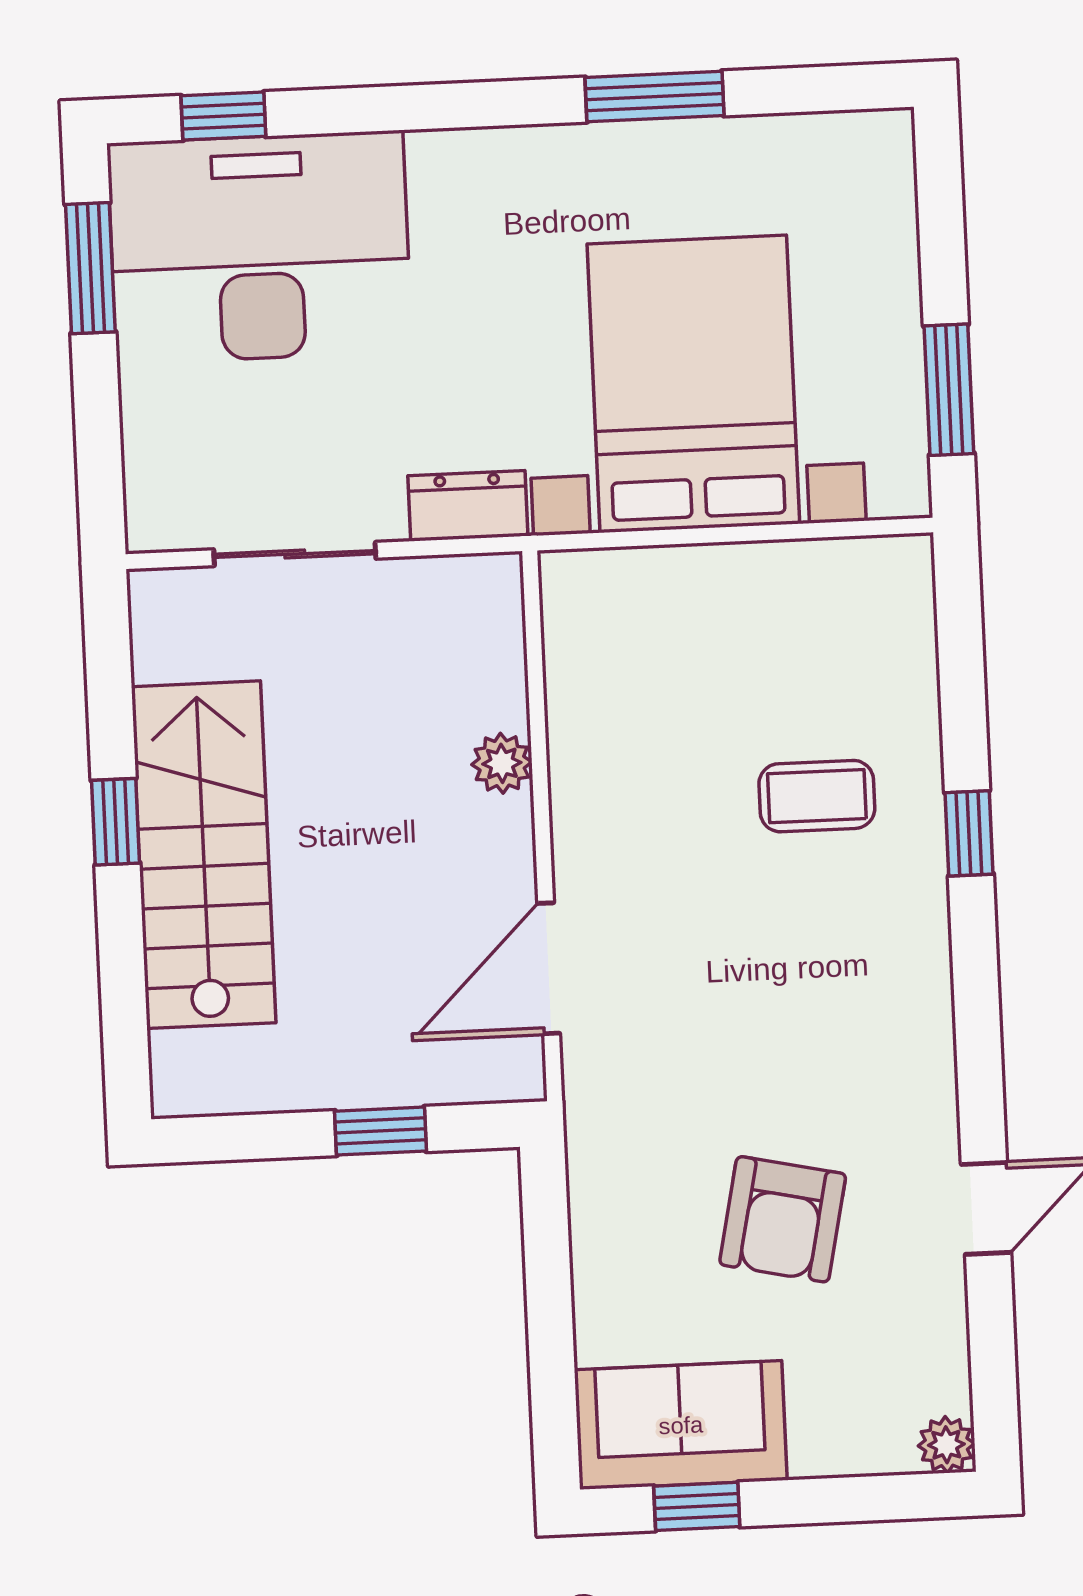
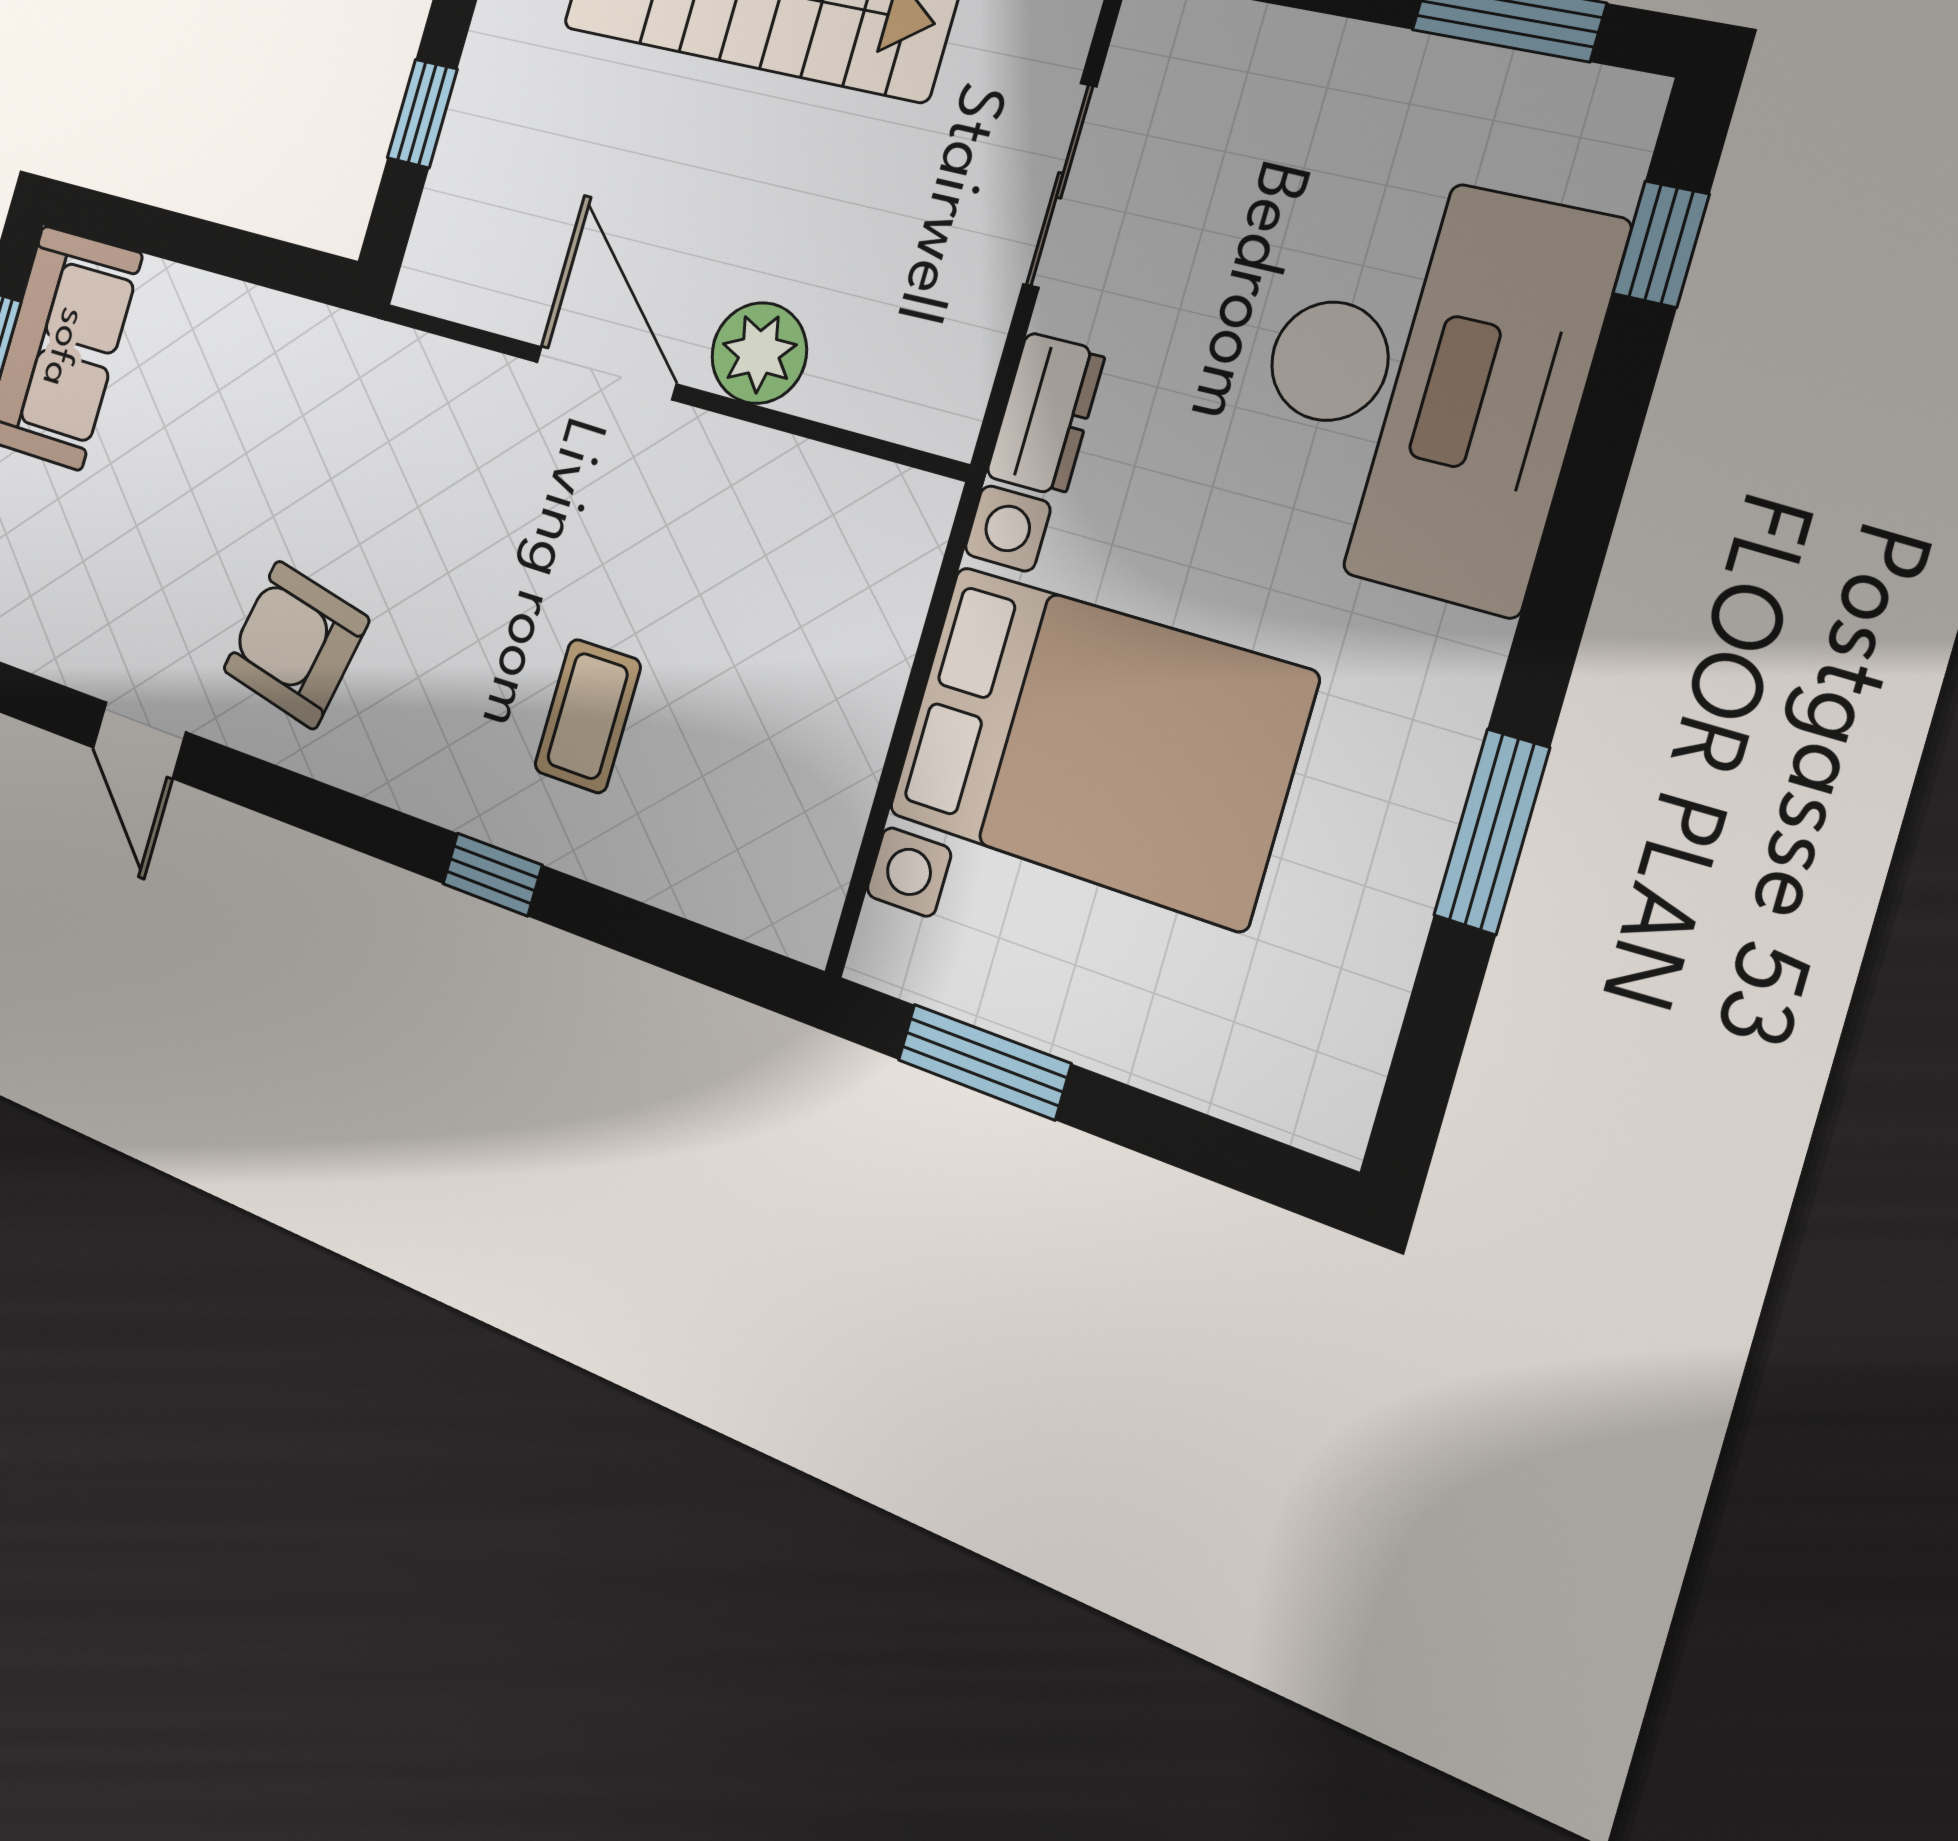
desk: (260, 247) -> (1422, 383), moved
plant: (502, 763) -> (759, 353), width x1.38, depth x1.38
door: (549, 968) -> (606, 373), moved
armchair: (783, 1219) -> (296, 645), moved

